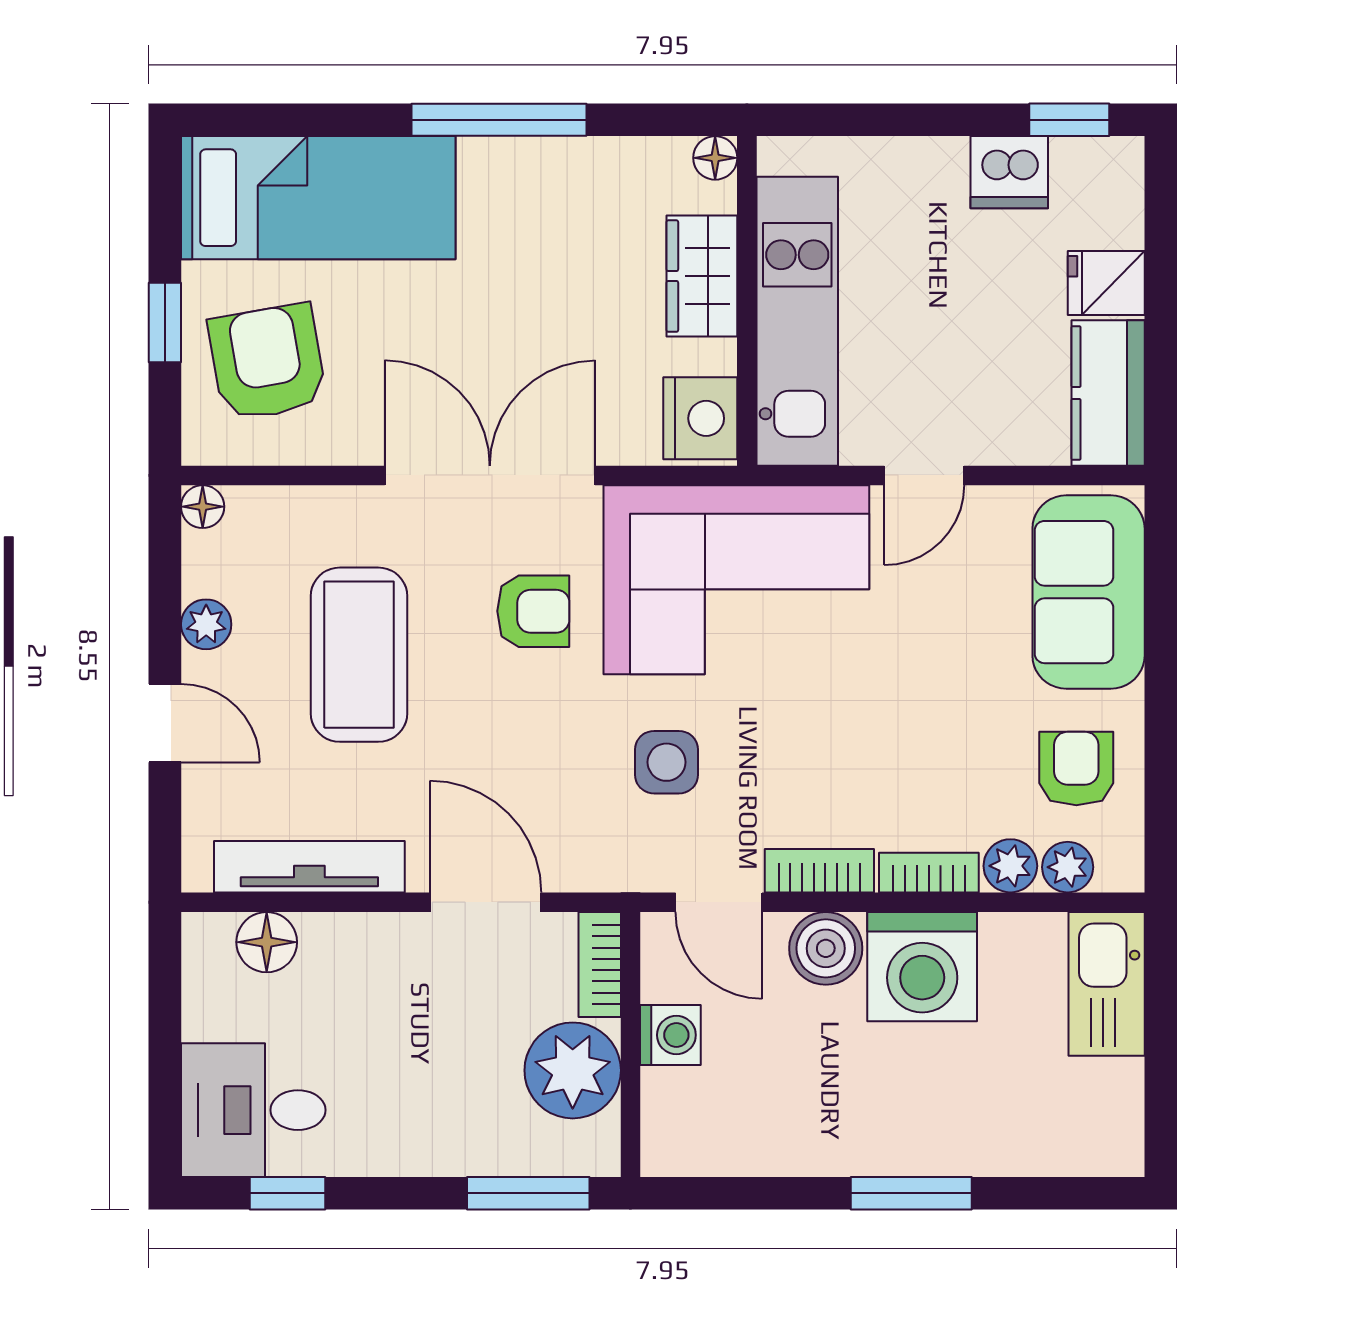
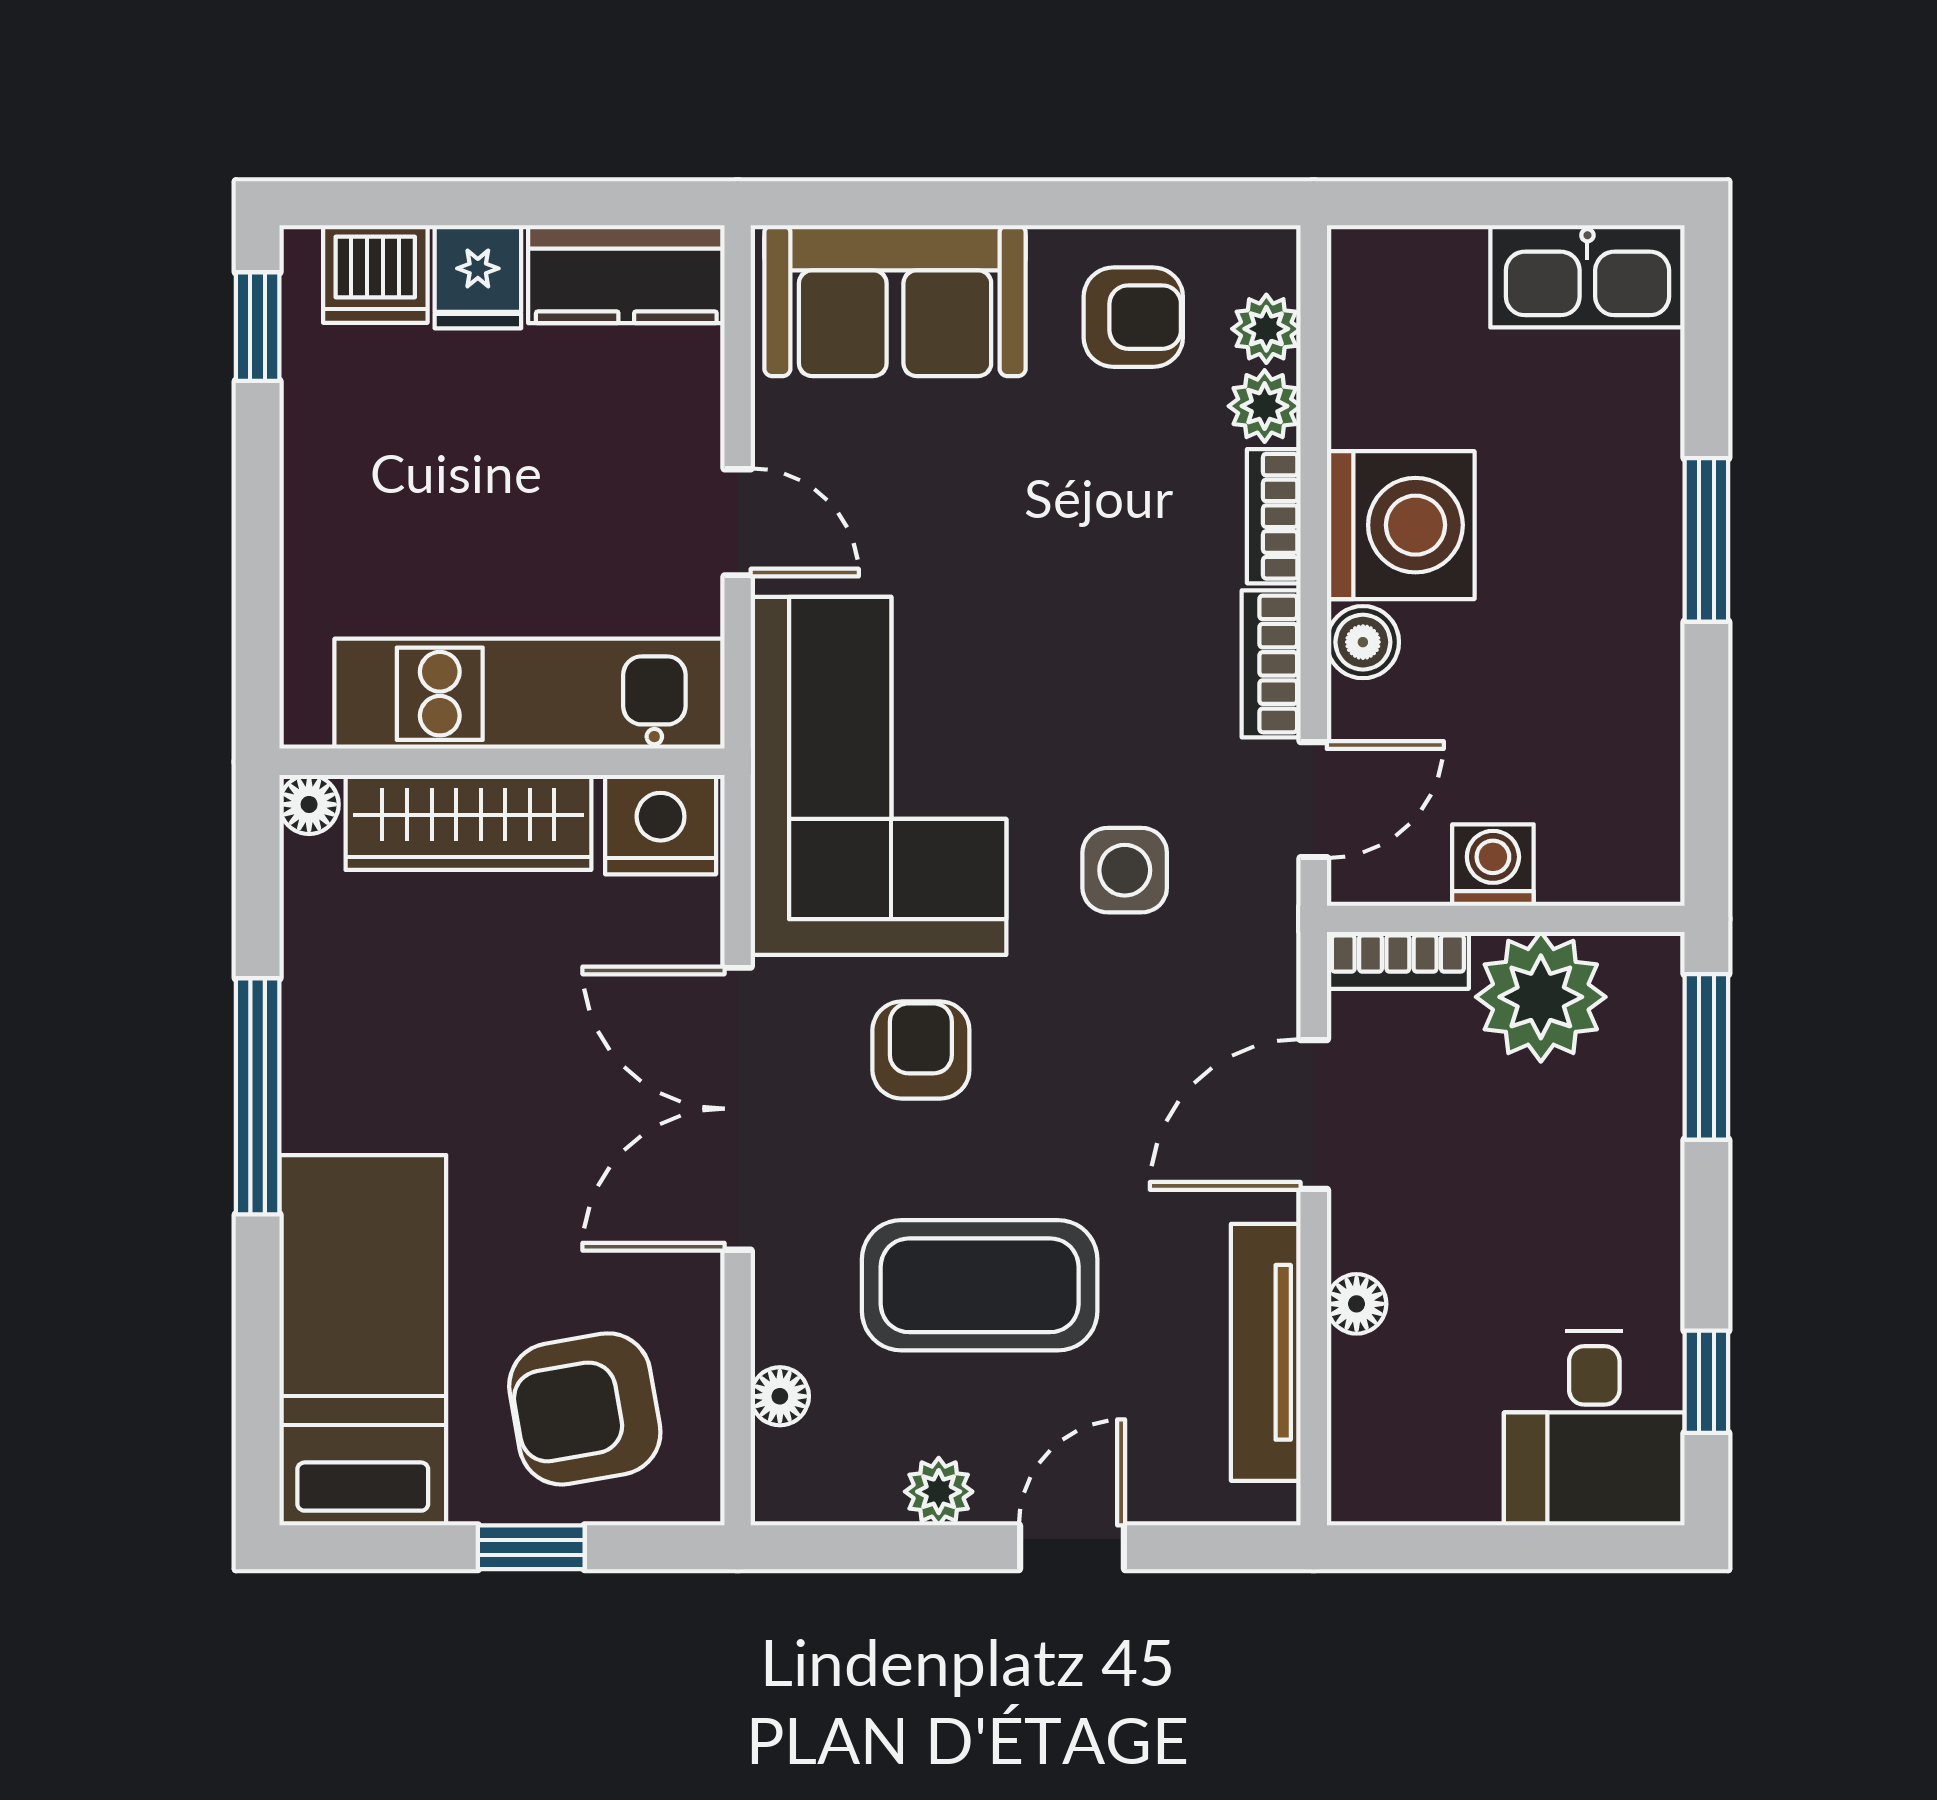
dishwasher: (1009, 172) -> (375, 274), moved, turned 90
wardrobe: (702, 276) -> (468, 822), width x1.50
floor lamp: (203, 507) -> (780, 1396), moved
armchair: (1076, 769) -> (1133, 317), turned 180
floor lamp: (267, 942) -> (1357, 1304), moved, width x0.73, depth x0.73
boiler: (826, 948) -> (1363, 642), width x0.73, depth x0.73
kitchen sink: (1107, 984) -> (1587, 276), moved

